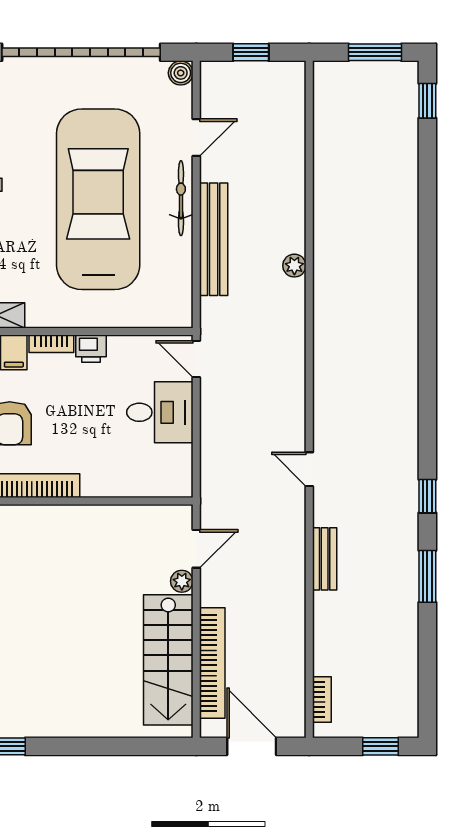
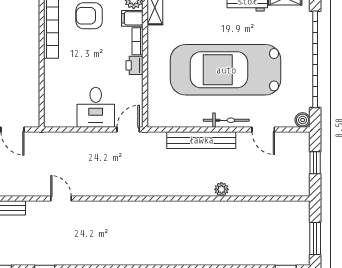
car: (98, 199) -> (226, 70), turned 180
plant: (294, 266) -> (221, 189), moved
door: (309, 469) -> (61, 198), hinge flipped

